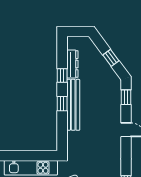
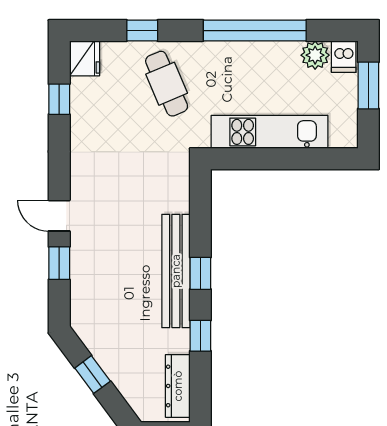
dresser: (72, 64) -> (178, 386), moved
window: (126, 97) -> (59, 263), moved

